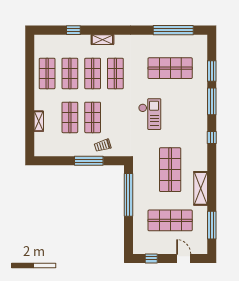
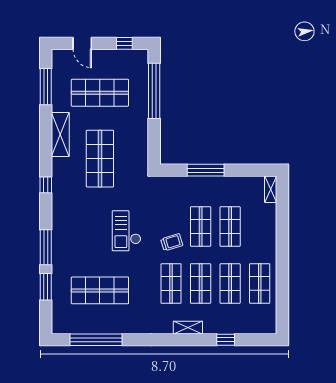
shelving: (39, 121) -> (271, 189), moved
window: (212, 138) -> (46, 185), moved
trolley: (103, 145) -> (172, 242), moved
window: (128, 195) -> (154, 91), moved

